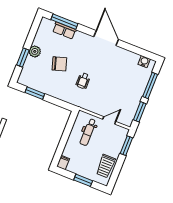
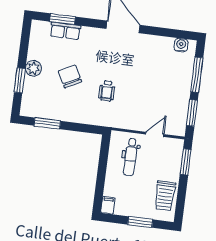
window: (64, 22) -> (62, 19), width x0.69
chair: (59, 64) -> (70, 76), turned -101

